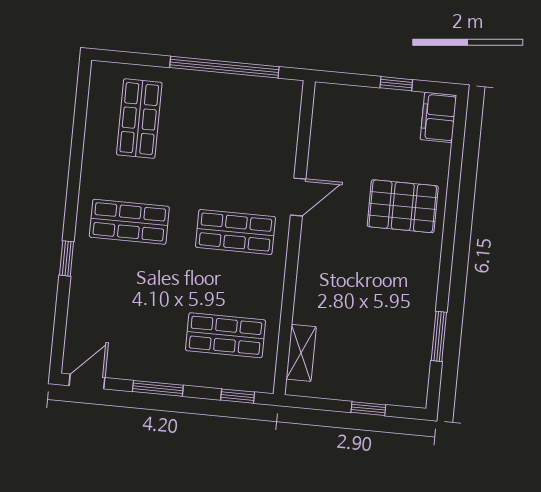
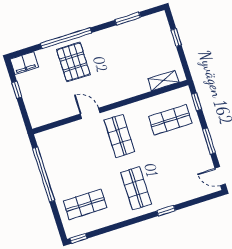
window: (84, 81) -> (78, 238), added
window: (451, 211) -> (66, 38), added
shop shelf: (225, 335) -> (170, 120), turned 90

